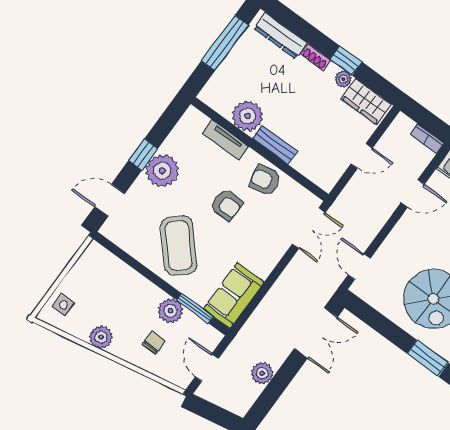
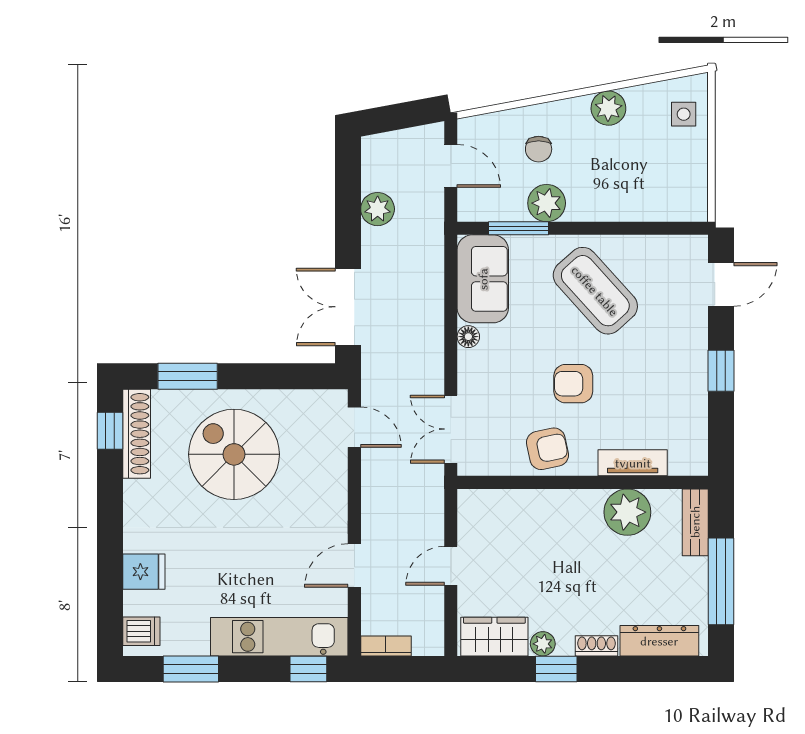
bench: (275, 145) -> (695, 522), moved, turned 90
plant: (162, 171) -> (683, 368), removed
floor lamp: (264, 270) -> (468, 337), added

